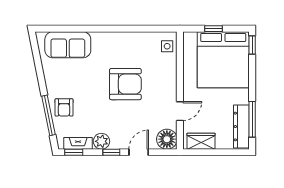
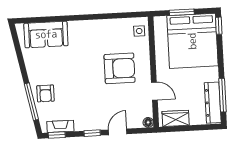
window: (213, 29) -> (182, 12), width x1.50
armchair: (125, 84) -> (120, 68), moved
door: (180, 111) -> (154, 91), hinge flipped
floor lamp: (167, 139) -> (148, 122), width x0.53, depth x0.53
plant: (101, 141) -> (82, 123), removed

